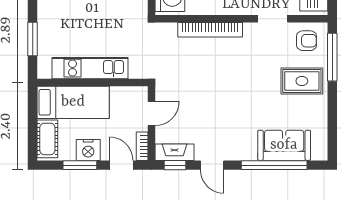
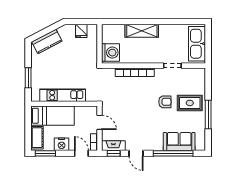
armchair: (307, 41) -> (165, 102), moved
window: (332, 57) -> (208, 115), moved
door: (152, 113) -> (100, 122), hinge flipped
window: (80, 165) -> (45, 153), moved

